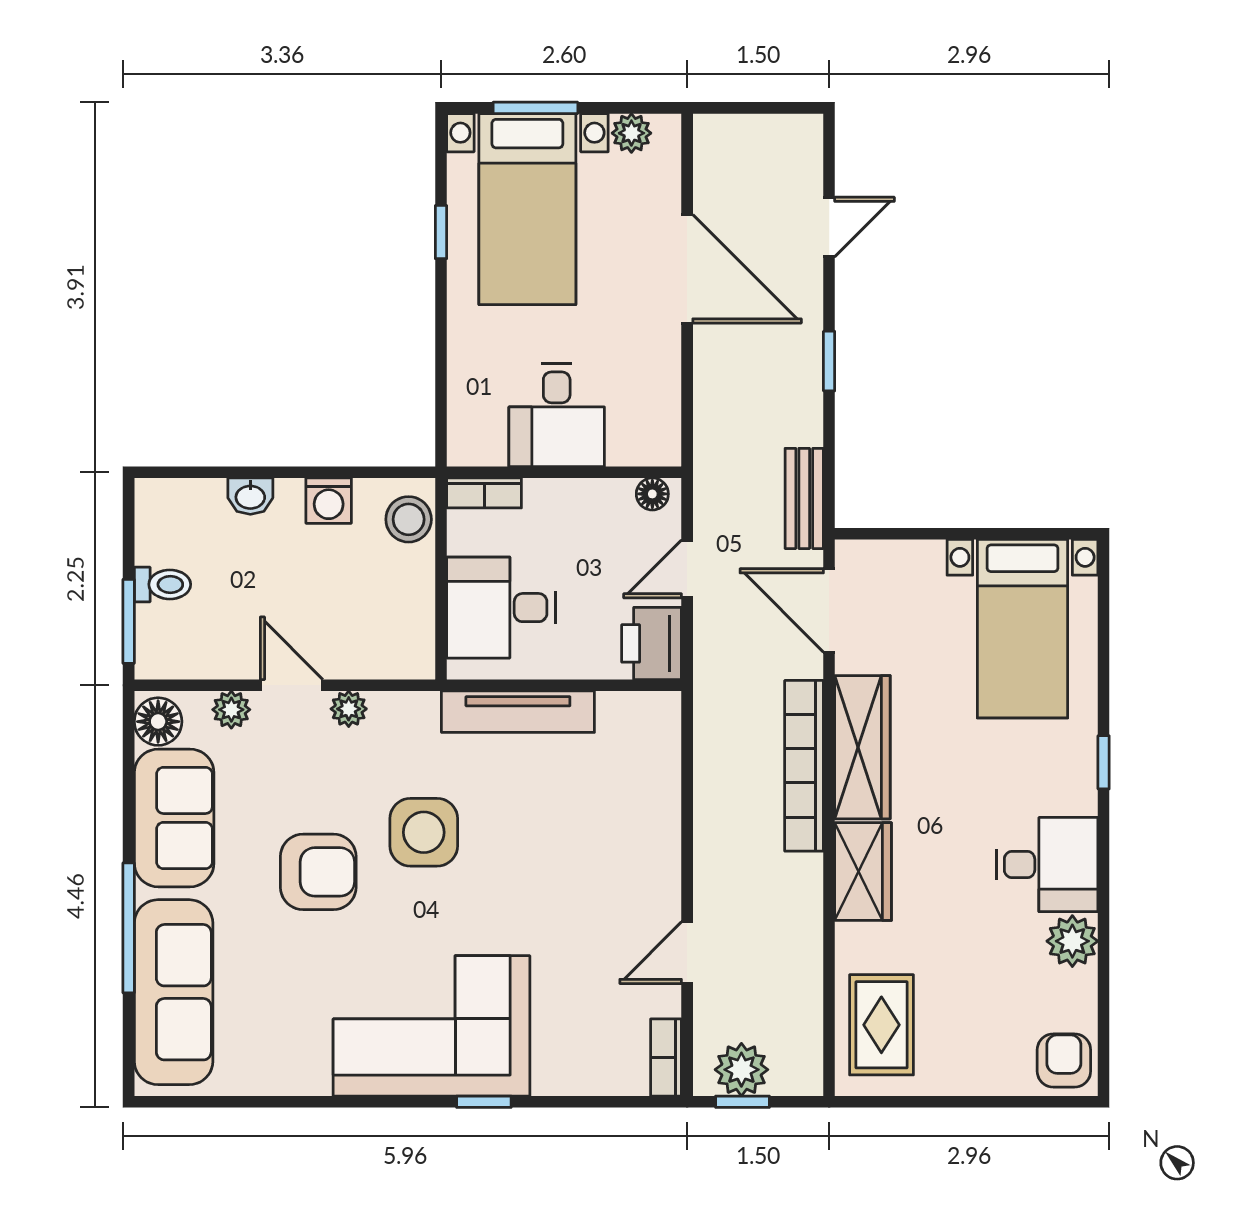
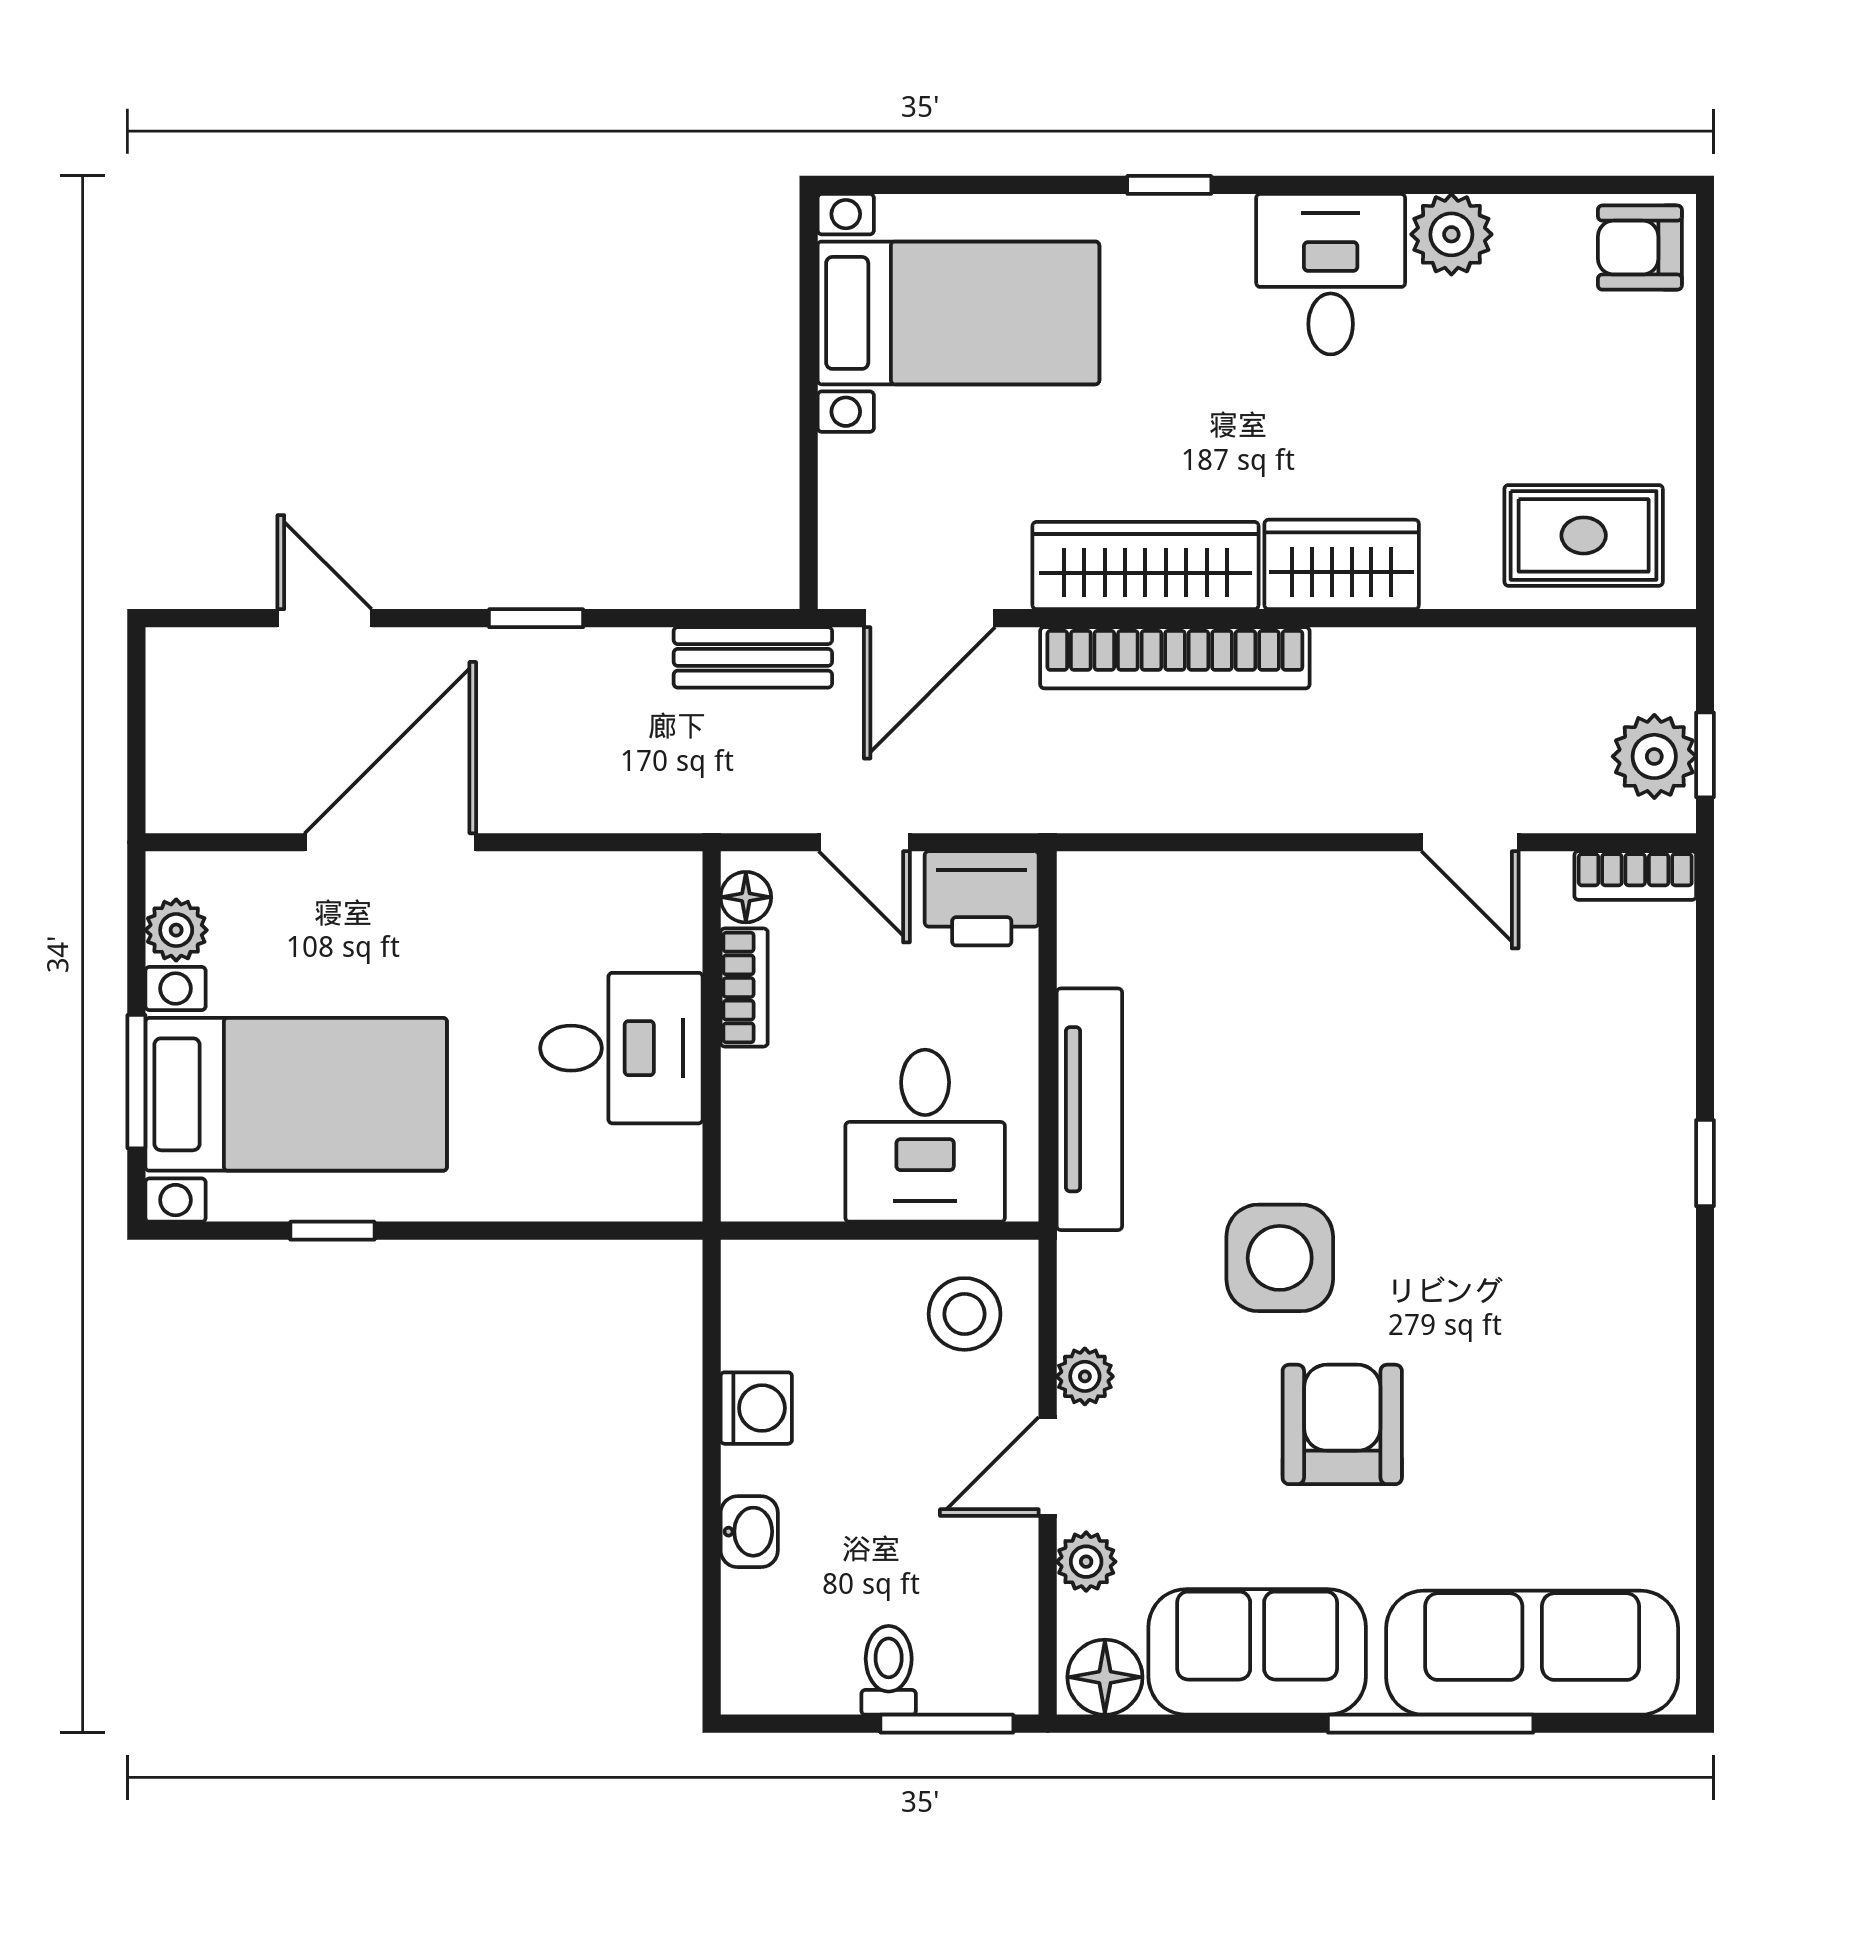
bookcase: (484, 493) -> (744, 987), moved
stool: (409, 519) -> (965, 1314), moved
corner sofa: (432, 1026) -> (1585, 1246), removed

